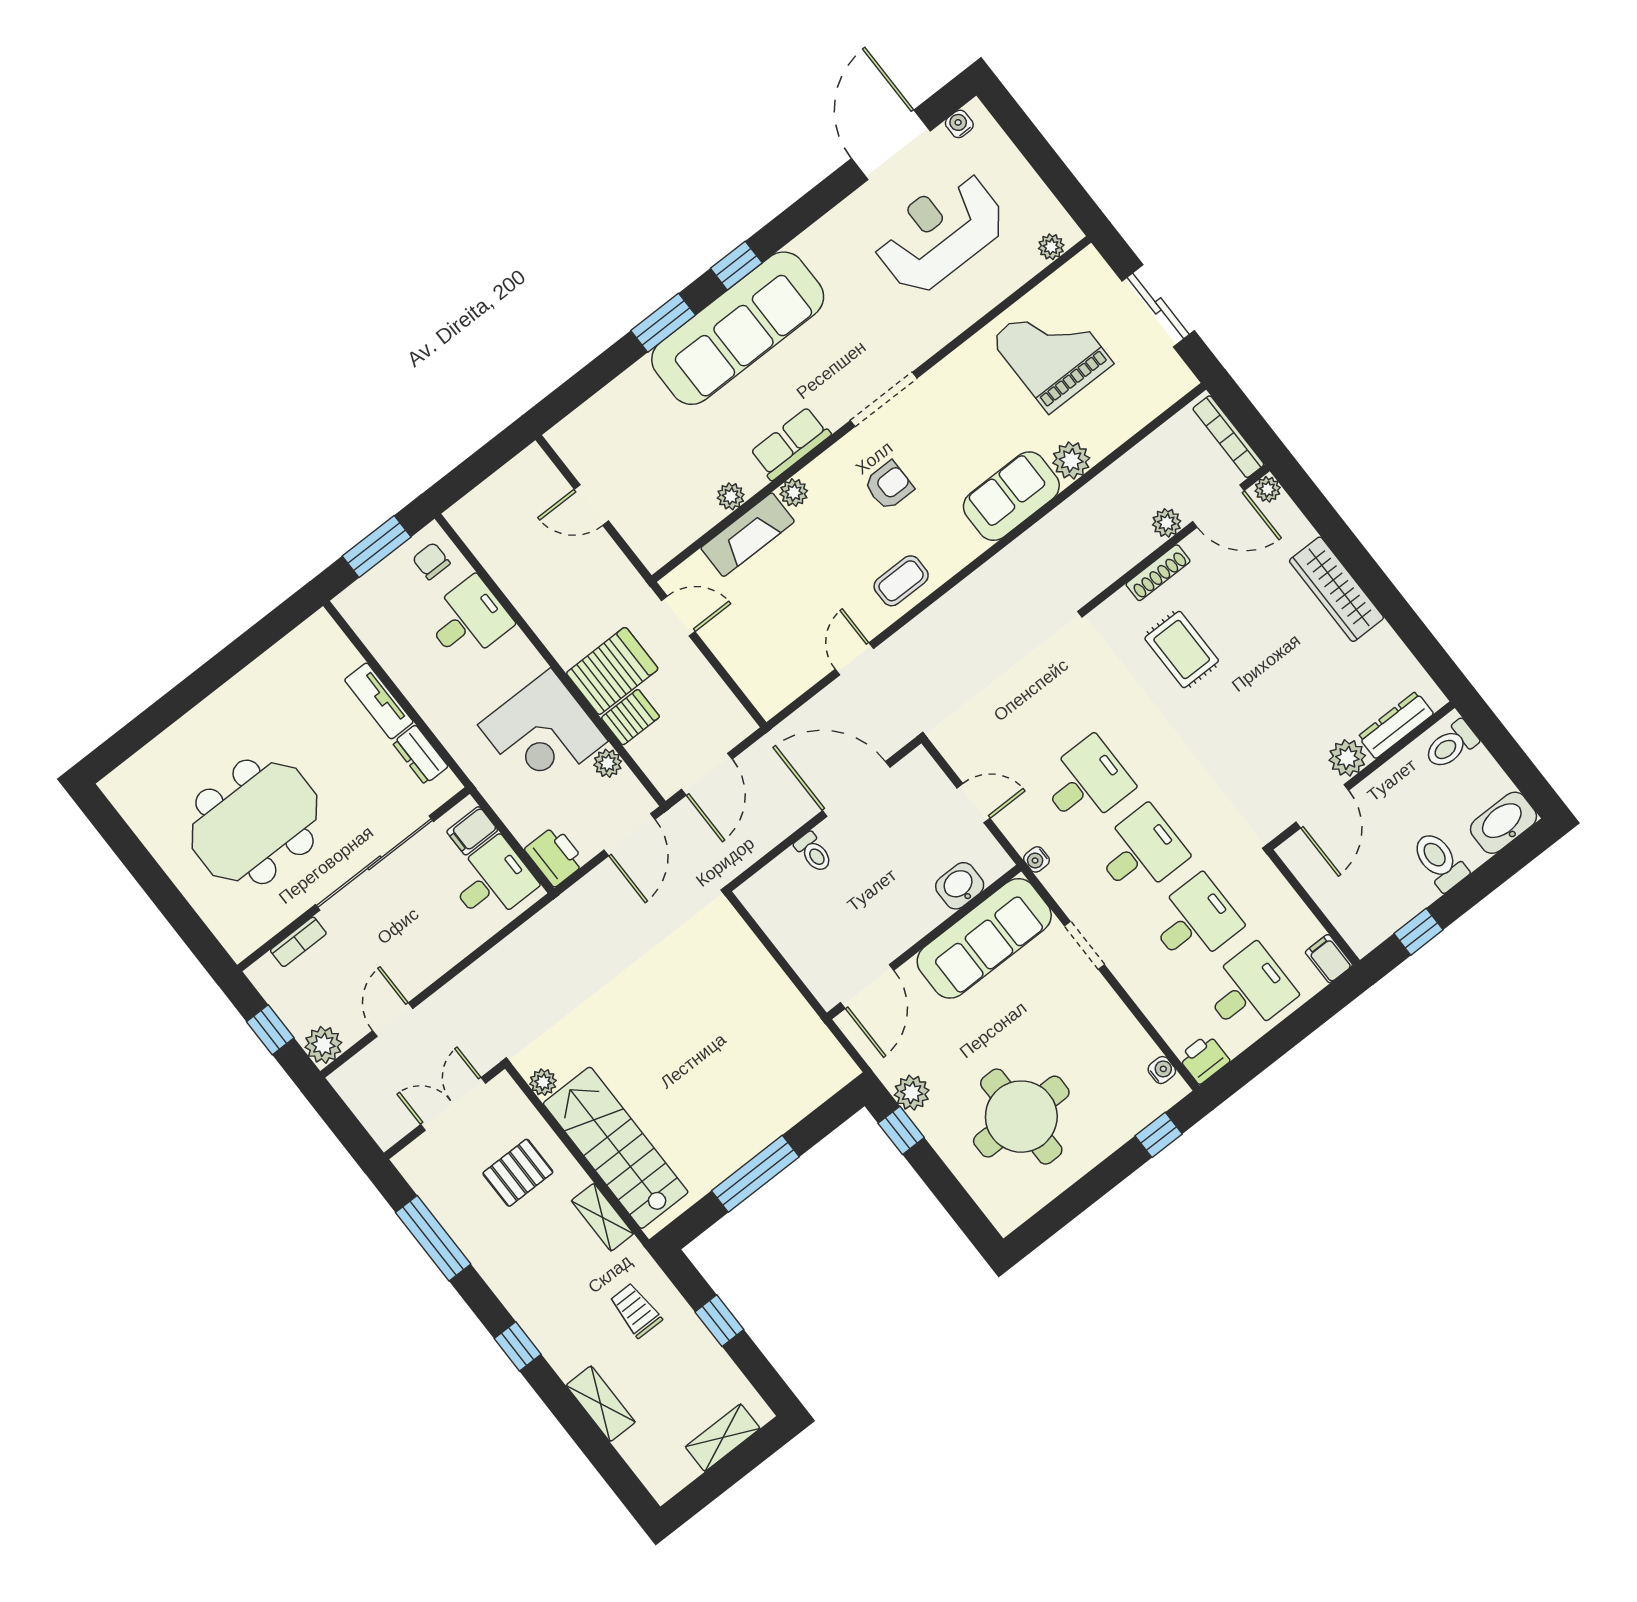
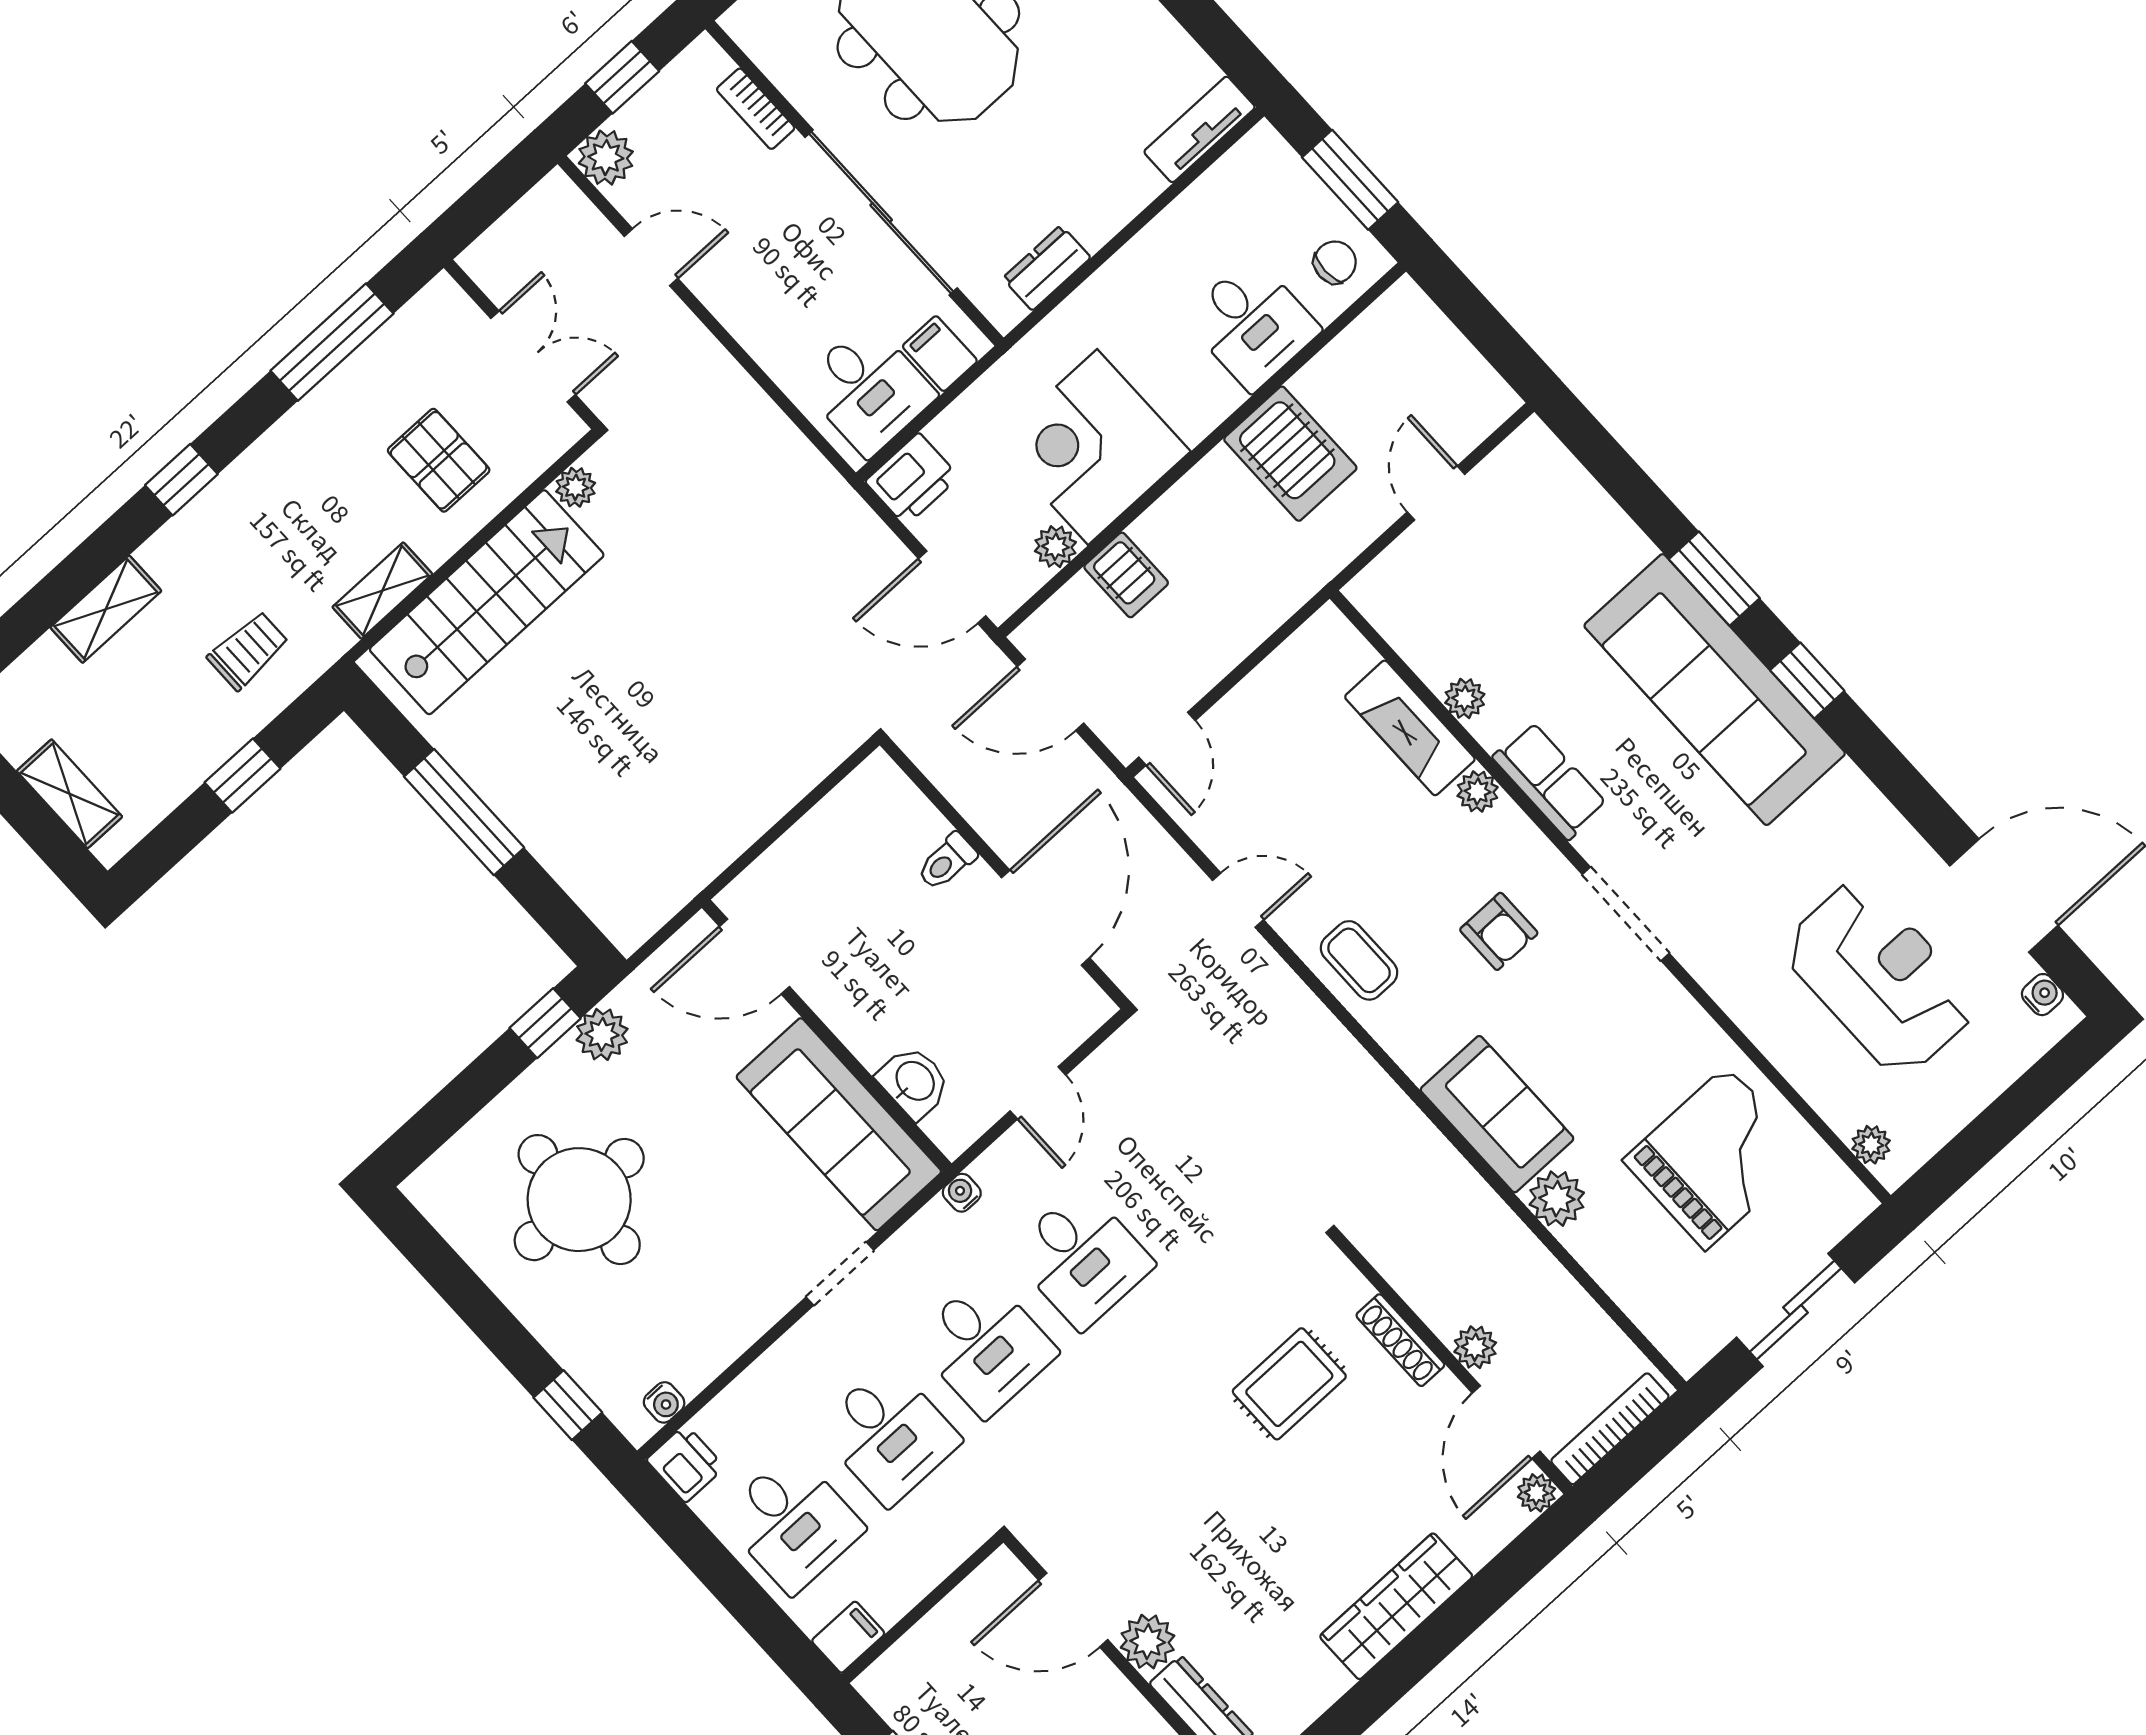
door: (678, 616) -> (1167, 739), moved
server rack: (612, 671) -> (1290, 454), moved
tv unit: (379, 701) -> (1200, 129), moved

